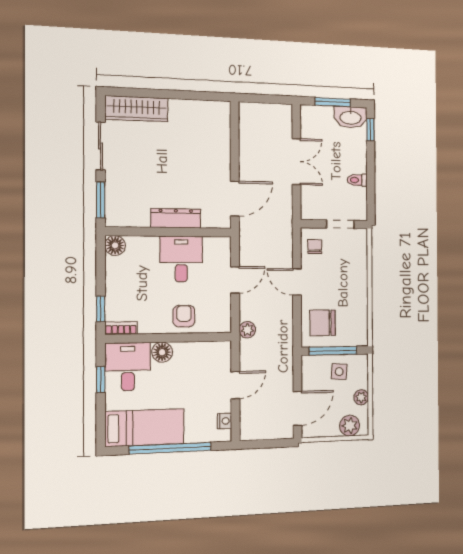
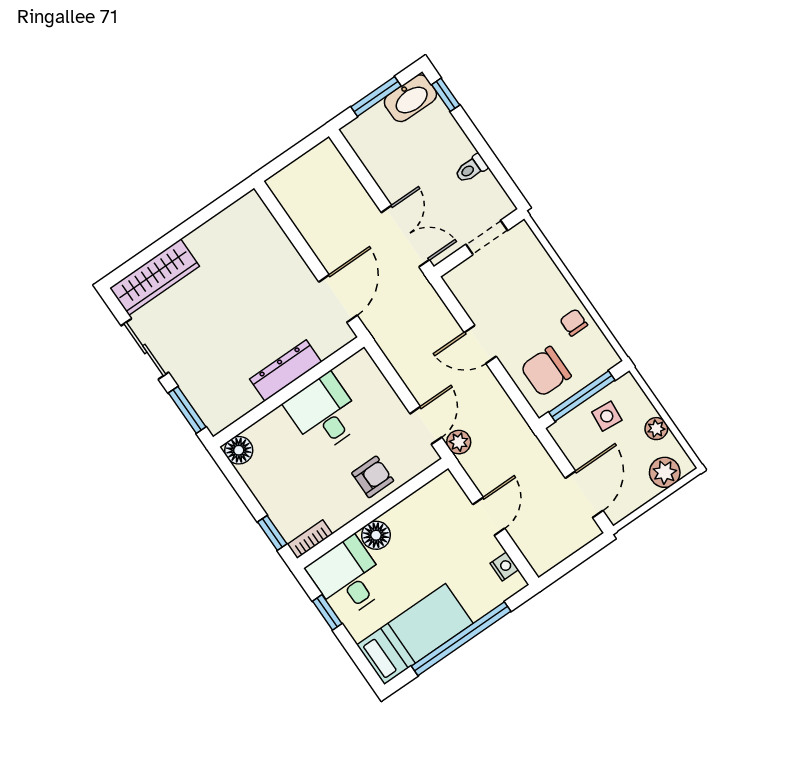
double door: (296, 162) -> (405, 236), moved
chair: (315, 247) -> (574, 322), moved
door: (235, 280) -> (426, 425), moved
armchair: (184, 316) -> (373, 477), turned 90

